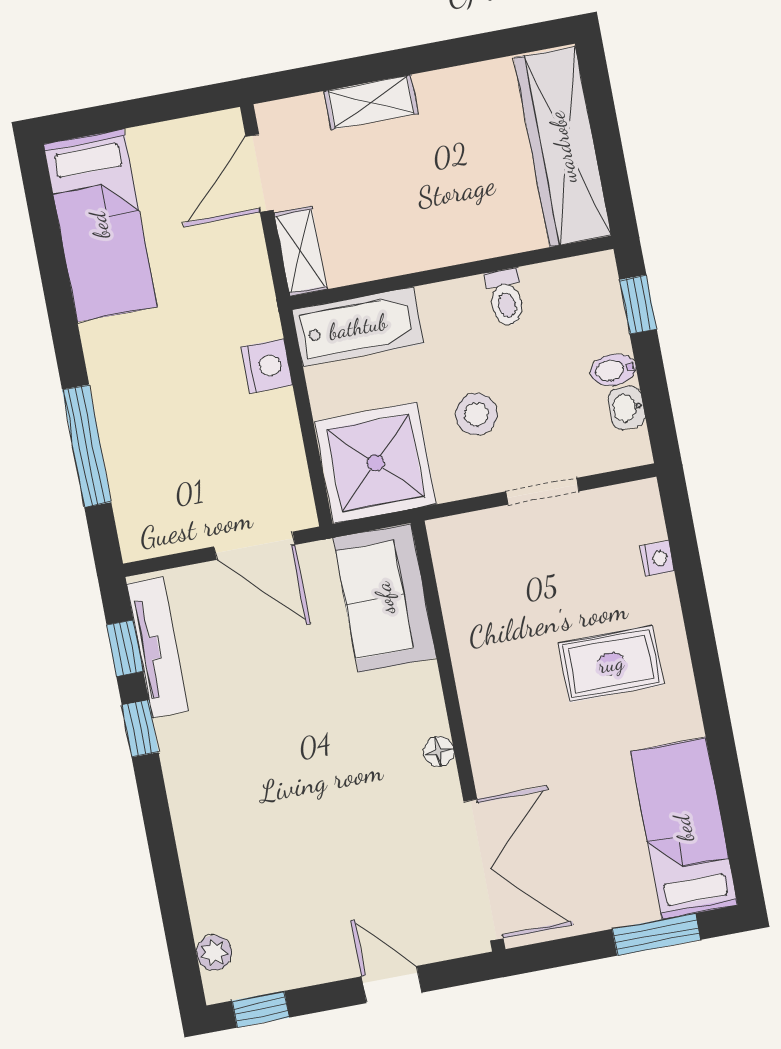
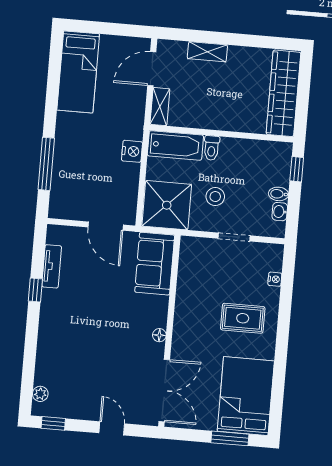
toilet: (506, 298) -> (212, 148), moved
tv unit: (157, 647) -> (52, 266), width x0.71
window: (125, 648) -> (38, 254), removed
bed: (684, 828) -> (246, 396), width x1.50

